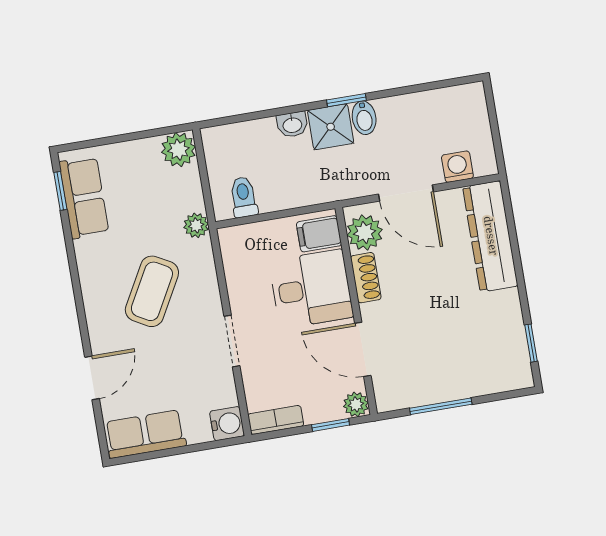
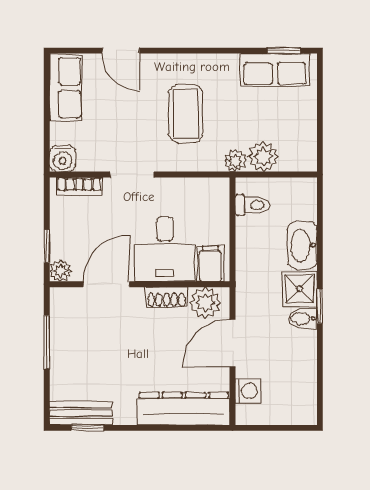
washbasin: (292, 125) -> (302, 245), width x1.91, depth x1.45
plant: (178, 150) -> (263, 157), moved
coffee table: (152, 291) -> (186, 114), turned 61
bench: (515, 353) -> (81, 413), added
bookcase: (276, 420) -> (79, 187), moved, turned 90

